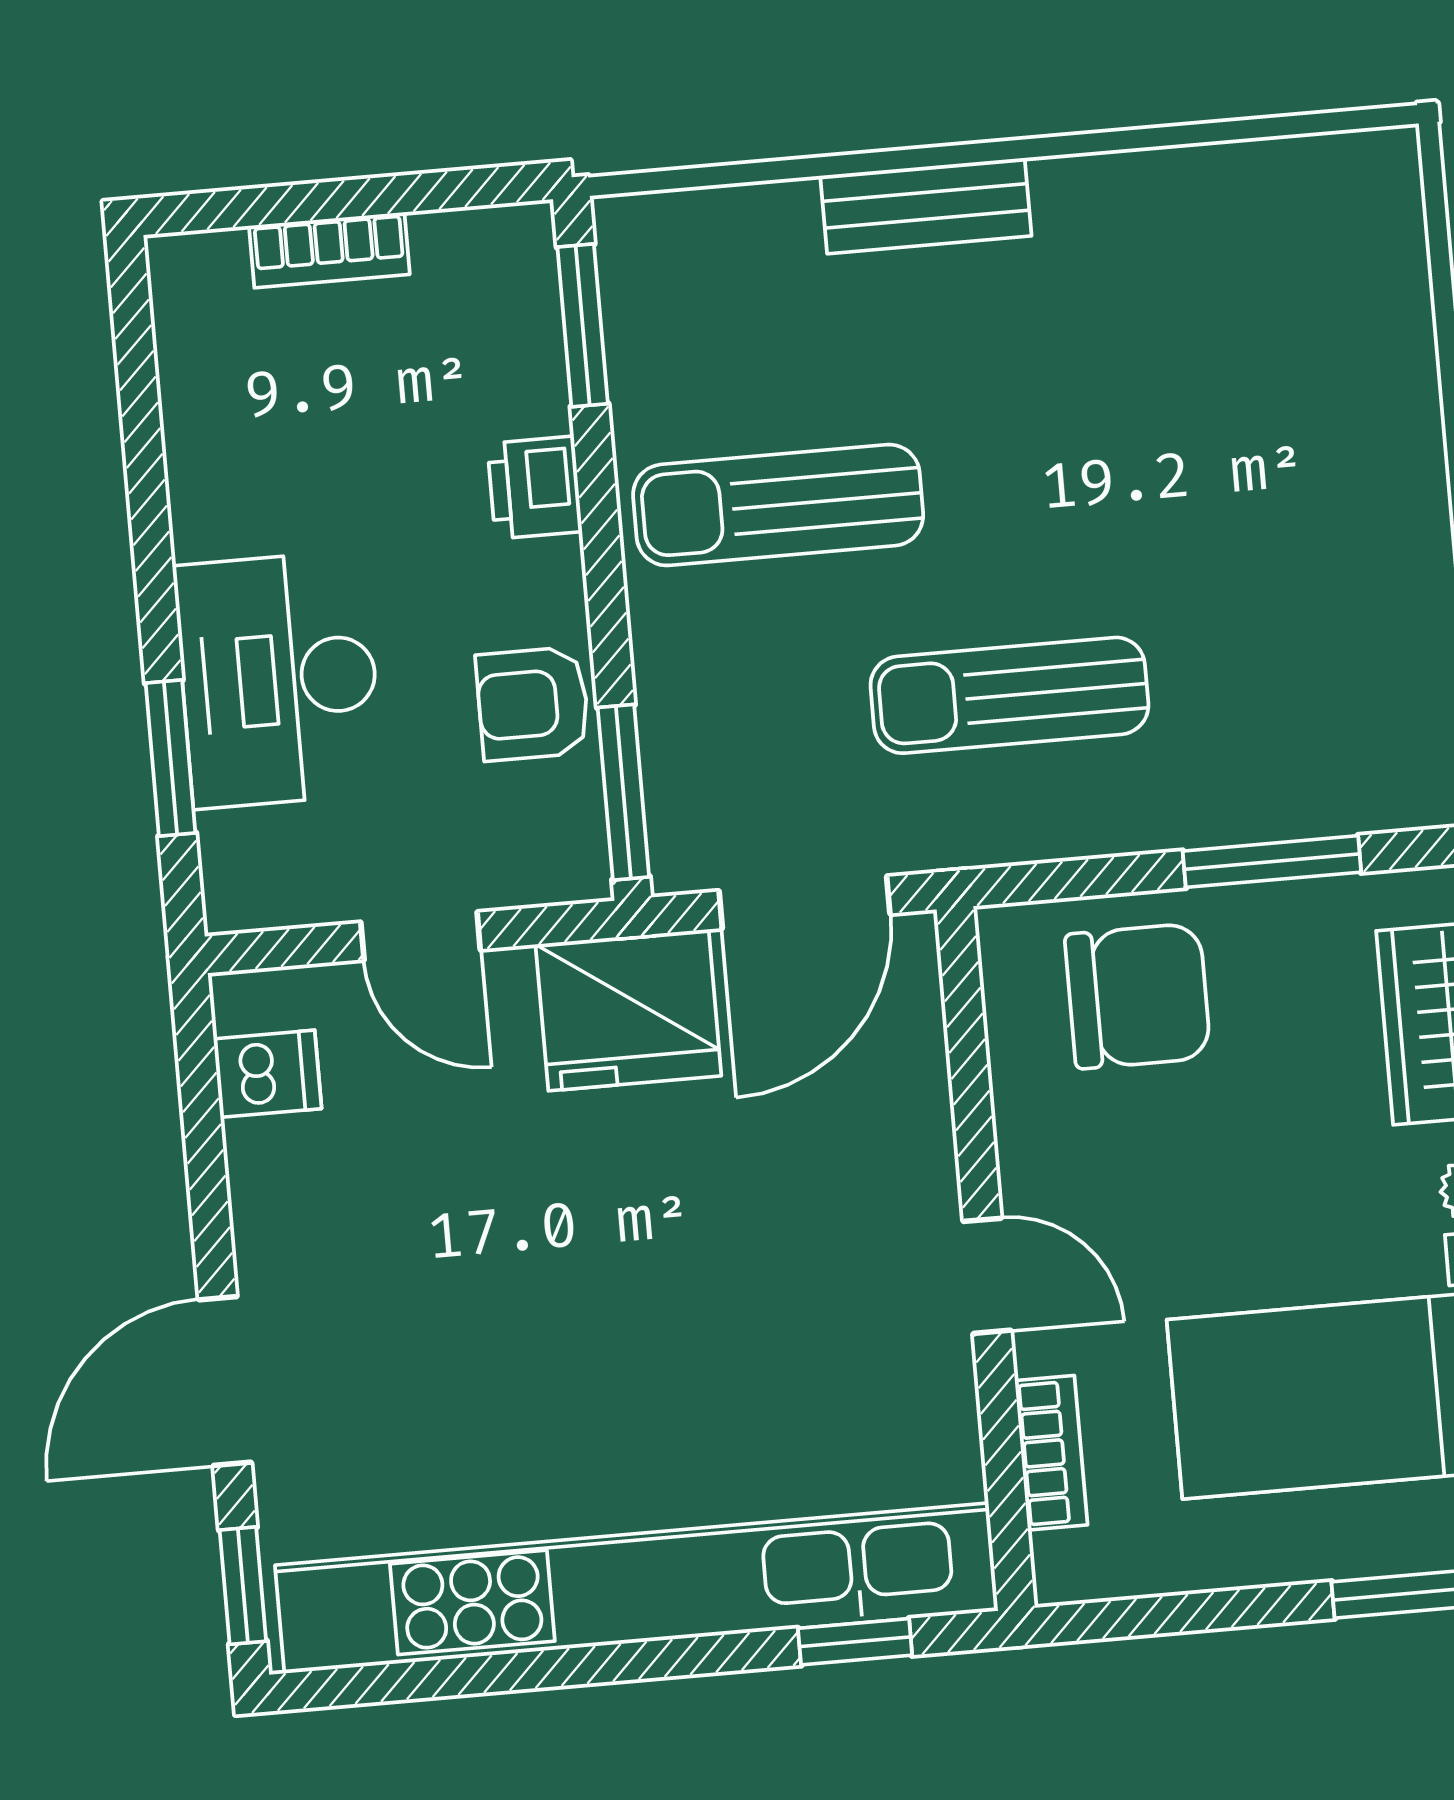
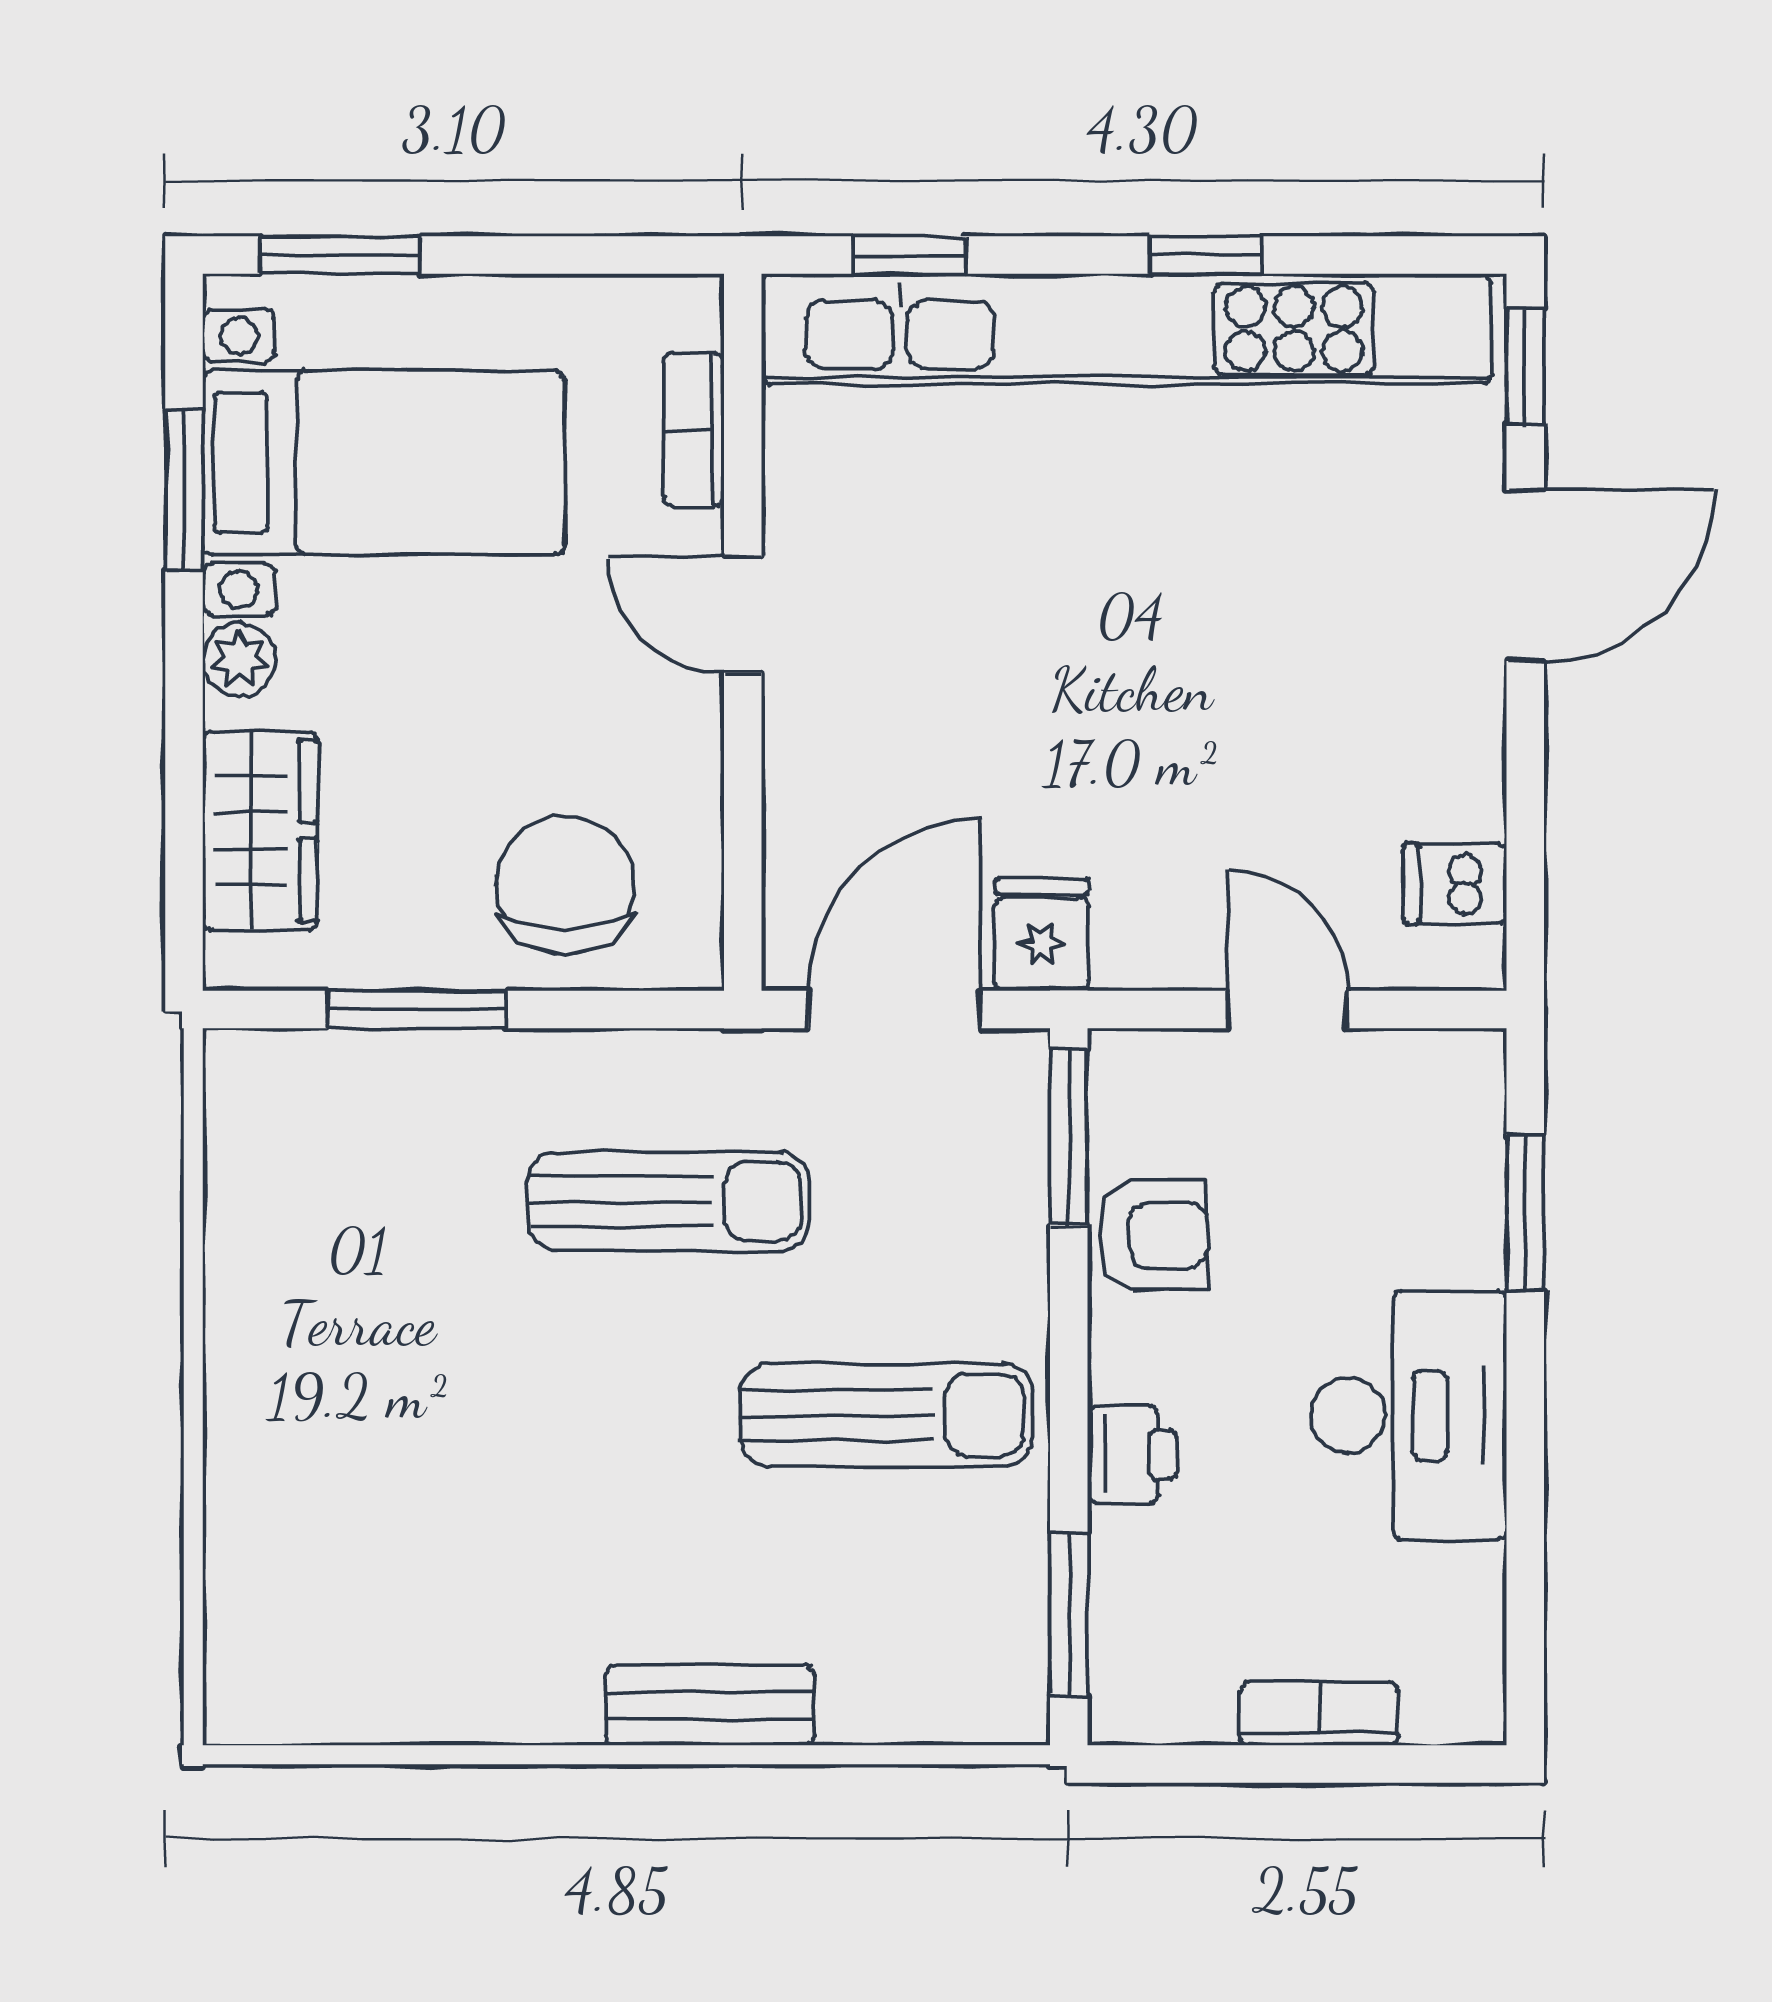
desk: (279, 679) -> (1409, 1415), moved
chair: (1138, 996) -> (565, 885), turned 90
fridge: (628, 1010) -> (1042, 935), width x0.53, depth x0.75
window: (565, 1667) -> (1206, 255), added

